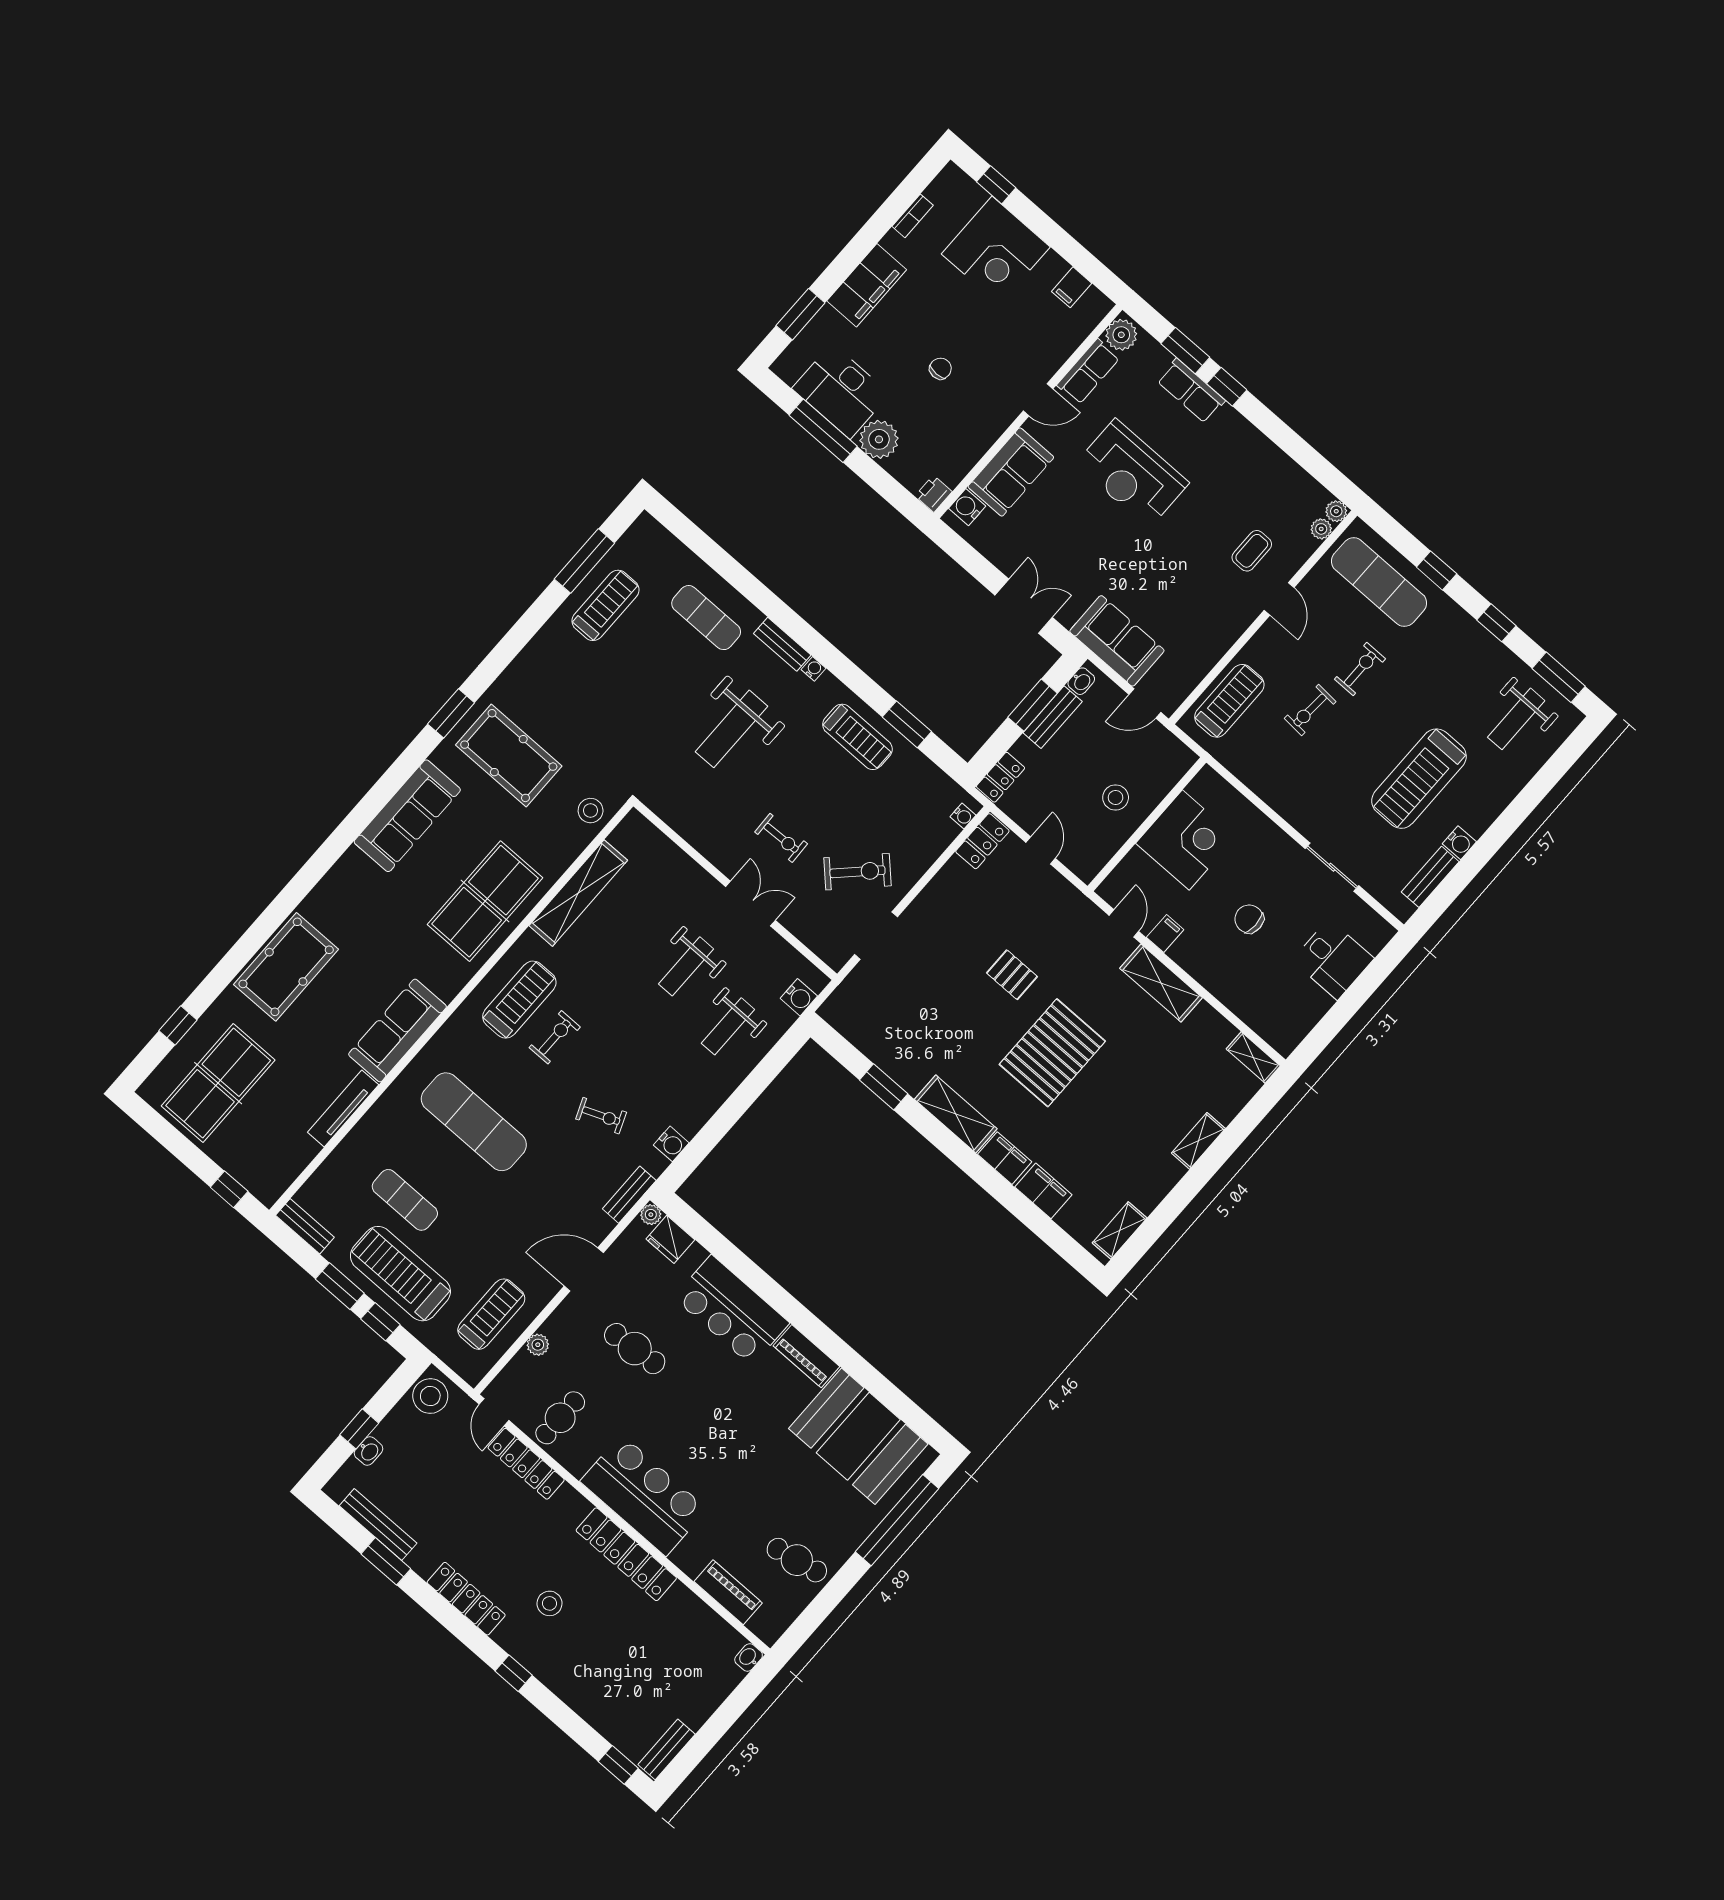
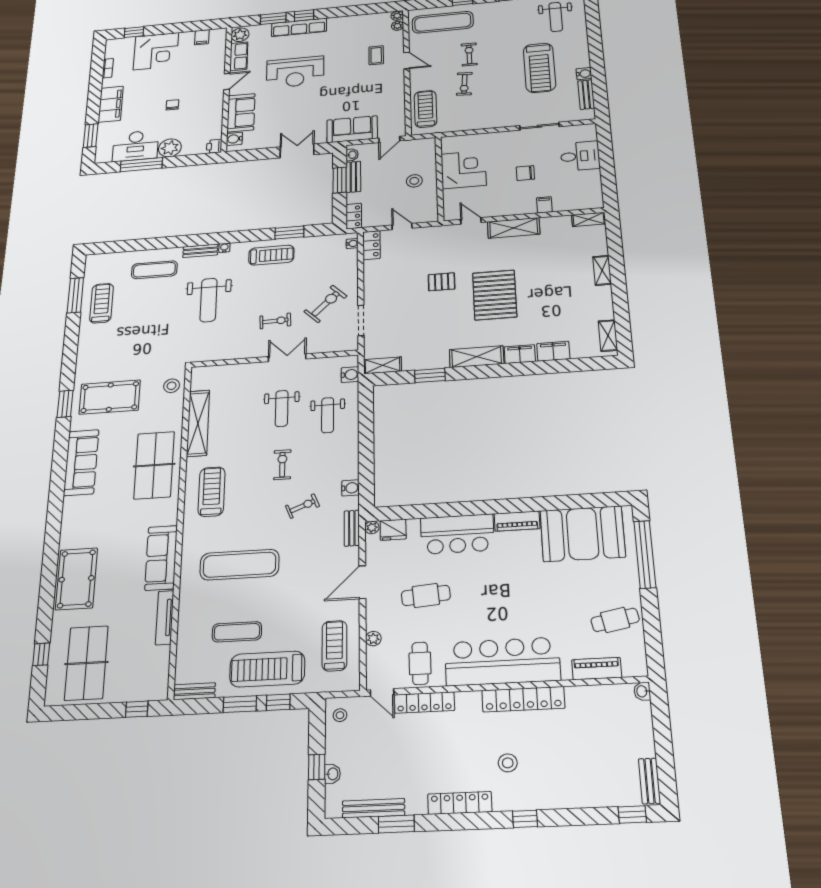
row of seats: (1191, 391) -> (299, 27), width x1.48
filing cabinet: (1165, 933) -> (544, 205), moved
shelving: (845, 1021) -> (383, 365), added
exercise bike: (555, 1037) -> (282, 465), moved
stool: (430, 1396) -> (340, 715), width x0.53, depth x0.53
bar counter: (644, 1495) -> (502, 661), width x1.36

